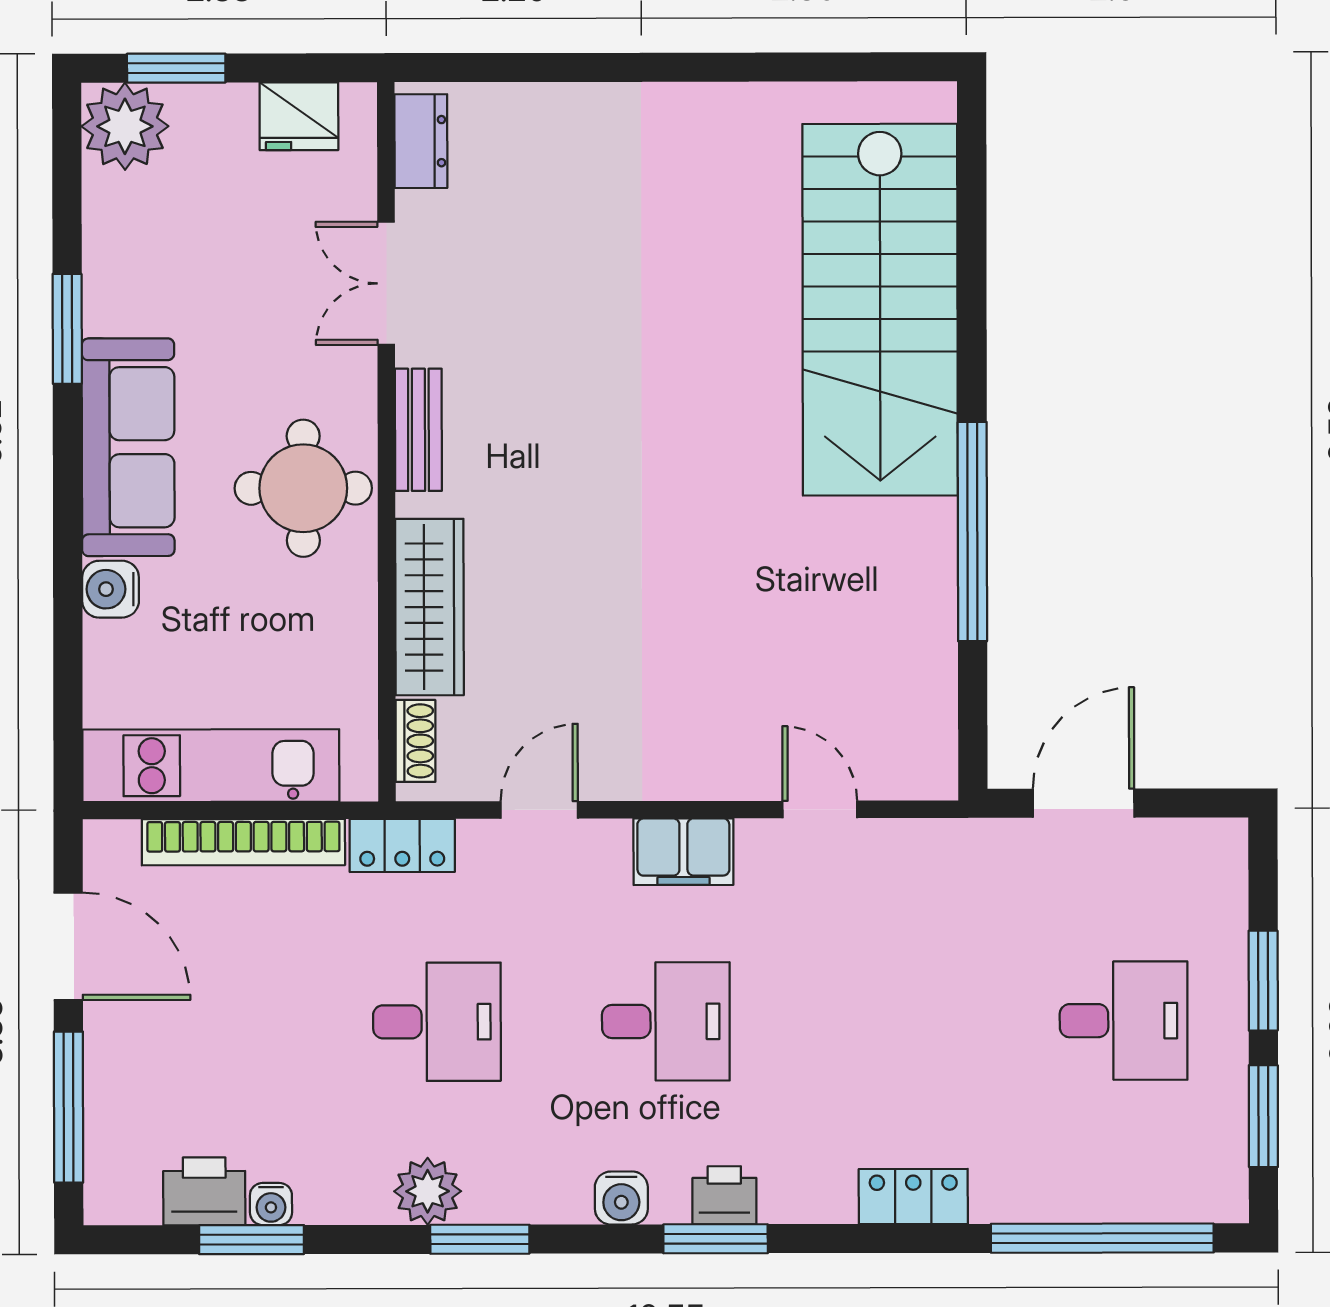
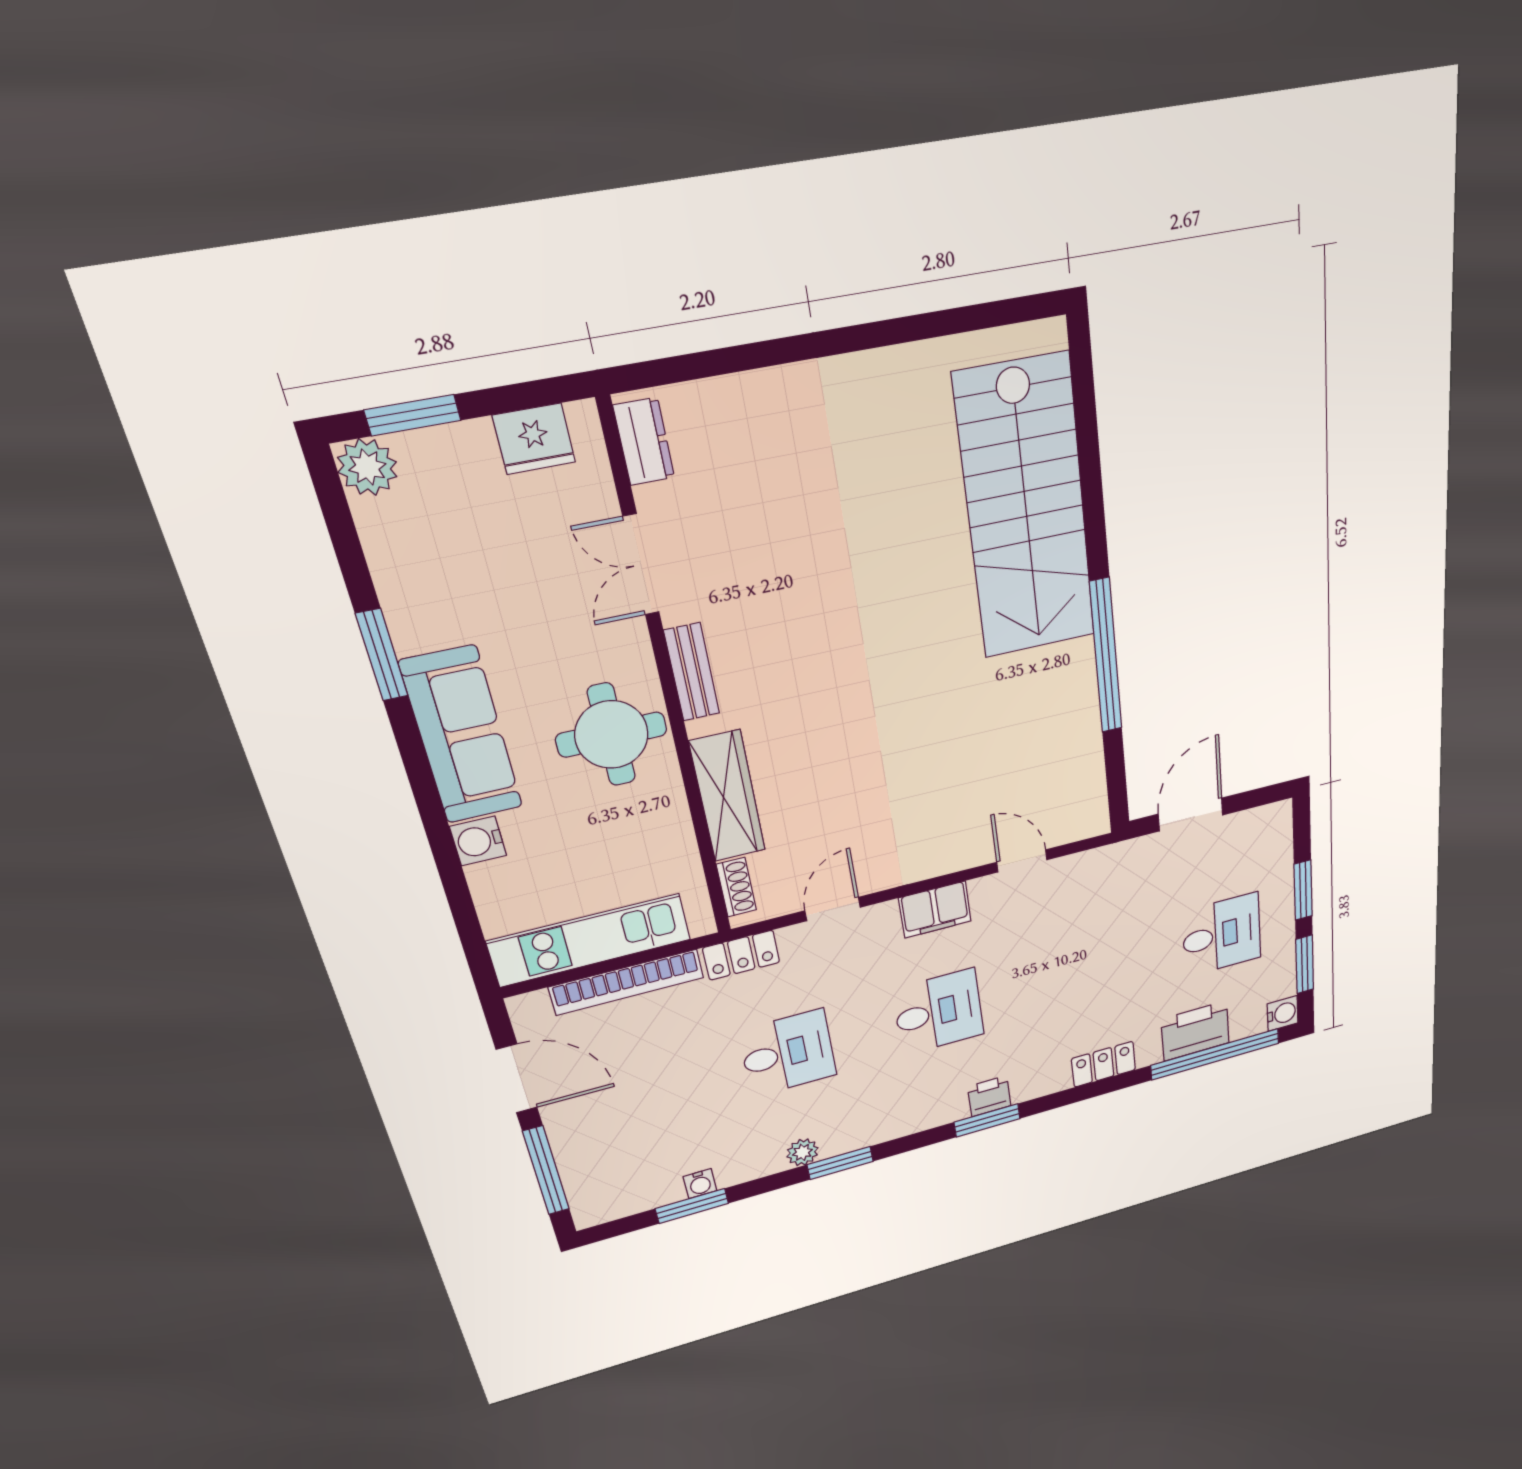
plant: (125, 126) -> (367, 467), width x0.73, depth x0.73
printer: (204, 1191) -> (1195, 1031), moved, width x1.37, depth x1.19
plant: (428, 1191) -> (802, 1152), width x0.73, depth x0.73
water cooler: (621, 1198) -> (1283, 1013), moved, turned -90

